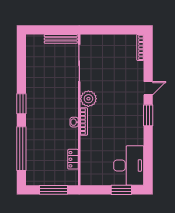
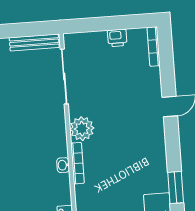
printer: (116, 40) -> (117, 38), added
window: (148, 115) -> (176, 187), moved

